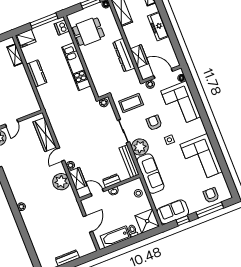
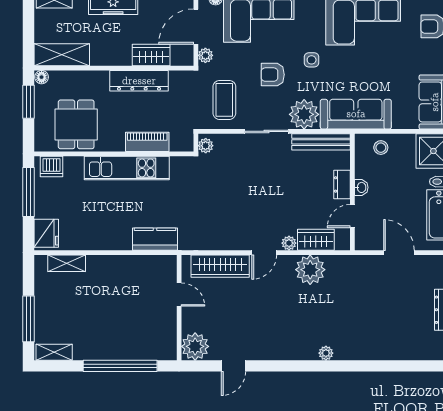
piano: (94, 72) -> (147, 142), added
kitchen counter: (37, 73) -> (155, 239), moved
door: (12, 123) -> (179, 295), moved
door: (61, 155) -> (264, 253), hinge flipped

